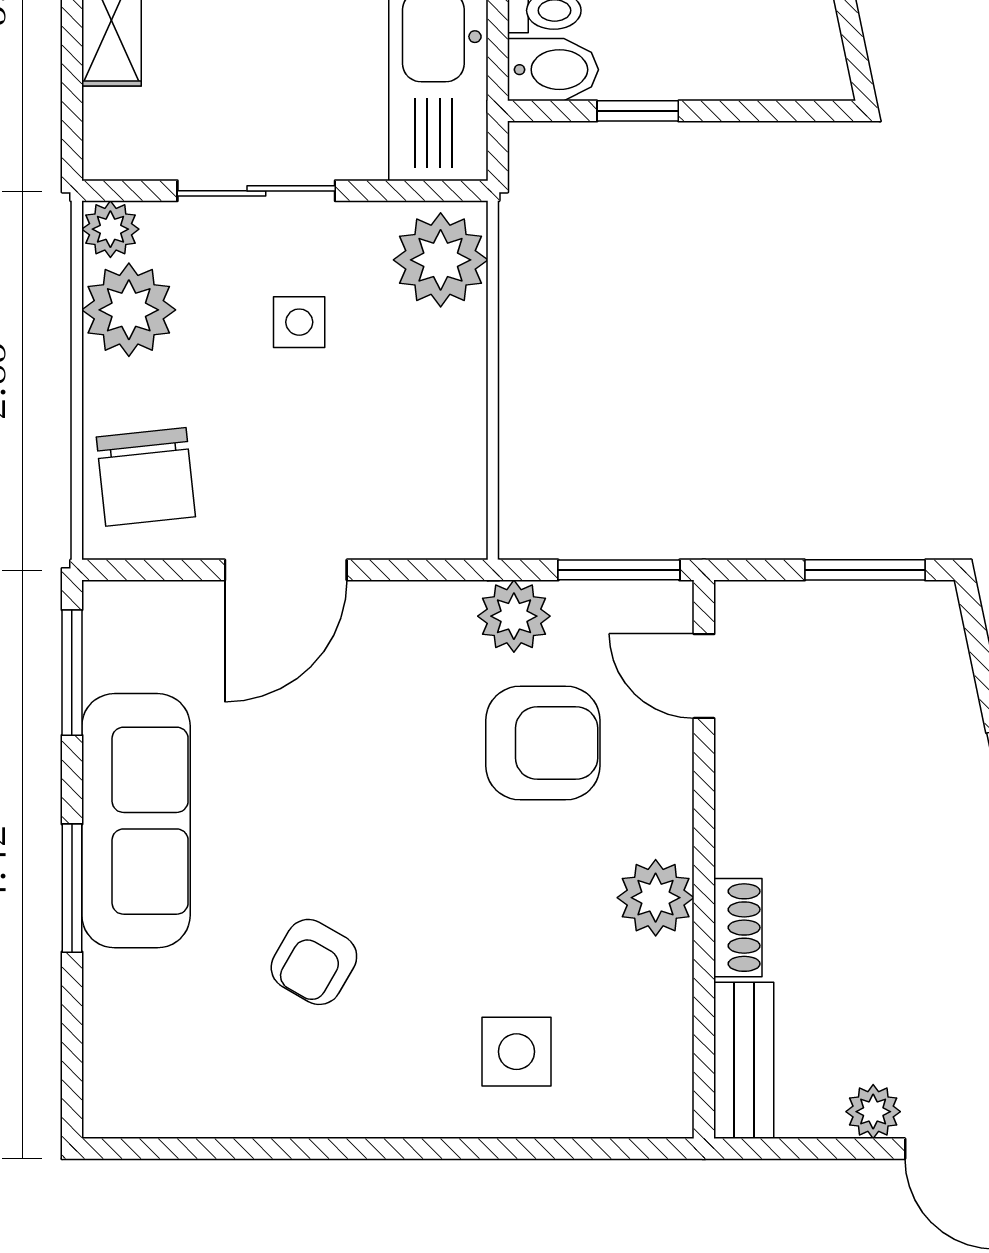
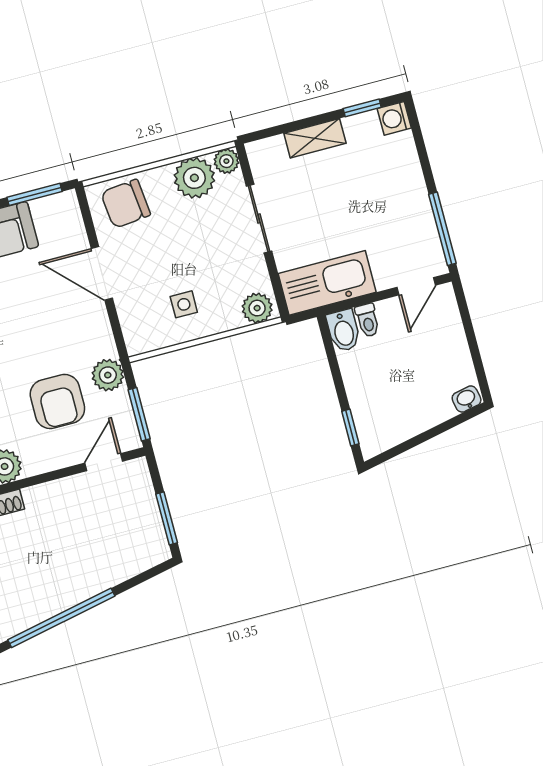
window: (638, 111) -> (350, 428), moved
plant: (441, 260) -> (257, 308), width x0.73, depth x0.73
side table: (299, 322) -> (184, 304), moved

